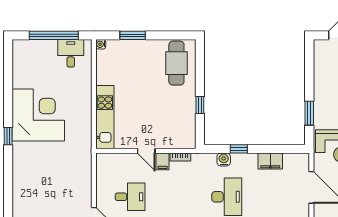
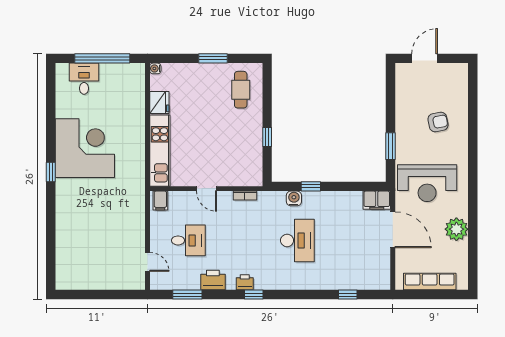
window: (133, 35) -> (213, 58), moved
desk: (71, 53) -> (84, 79), moved
cafe table: (176, 63) -> (241, 90), width x0.73, depth x0.74
fridge: (104, 75) -> (159, 103), added
filing cabinet: (163, 161) -> (160, 201), moved
filing cabinet: (270, 161) -> (377, 200), moved

